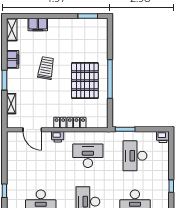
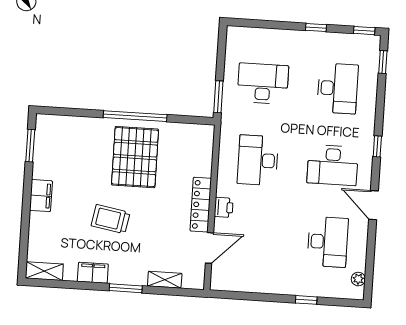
filing cabinet: (38, 25) -> (41, 196), moved
pallet: (85, 81) -> (135, 157), turned 90
locker: (70, 123) -> (201, 205), moved
printer: (163, 137) -> (235, 36), removed
desk: (135, 156) -> (263, 84), turned 180

